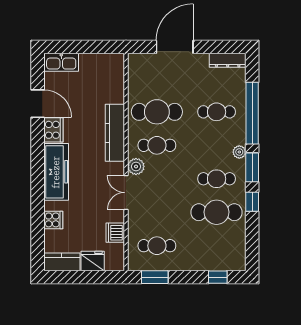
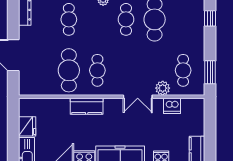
kitchen counter: (115, 133) -> (87, 106), width x0.67
plant: (136, 166) -> (163, 88), moved
fridge: (93, 261) -> (27, 126), moved, turned 180

